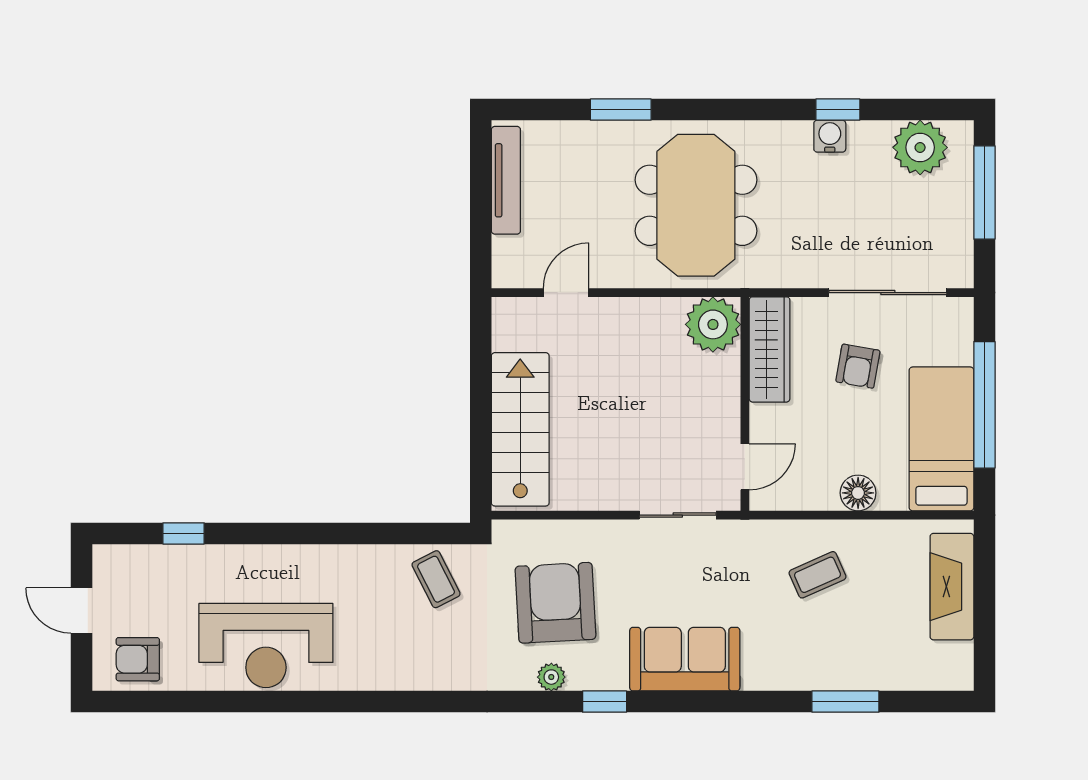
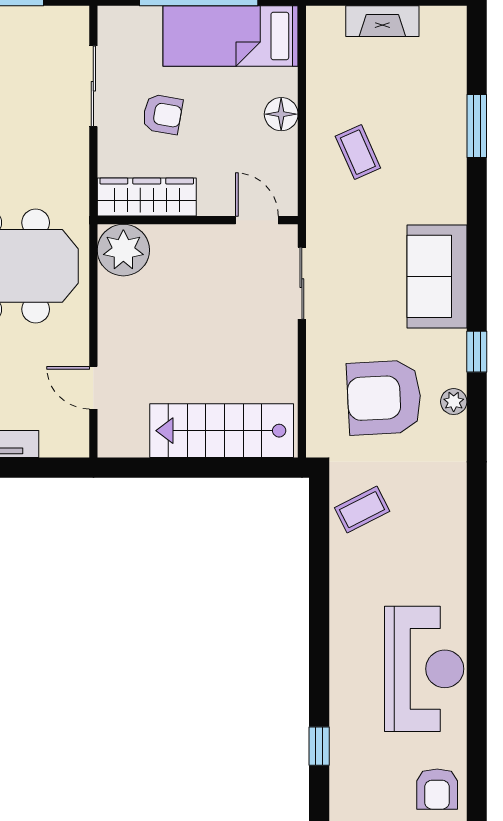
sliding door: (888, 293) -> (93, 86), width x0.73
fireplace: (952, 587) -> (382, 21), width x0.73, depth x0.76

